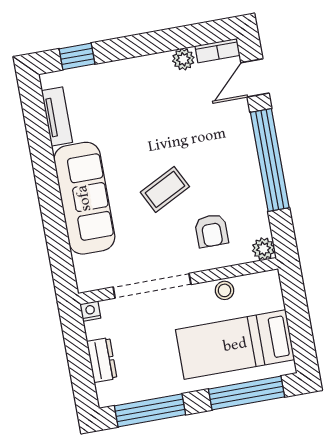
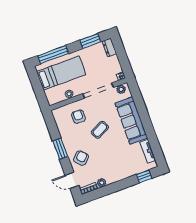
door: (255, 78) -> (72, 180), swing flipped
armchair: (223, 128) -> (81, 158), added
window: (270, 160) -> (60, 149), width x0.47
plant: (263, 249) -> (121, 89), moved
dresser: (102, 360) -> (109, 48), moved
window: (150, 410) -> (90, 41), width x0.69

